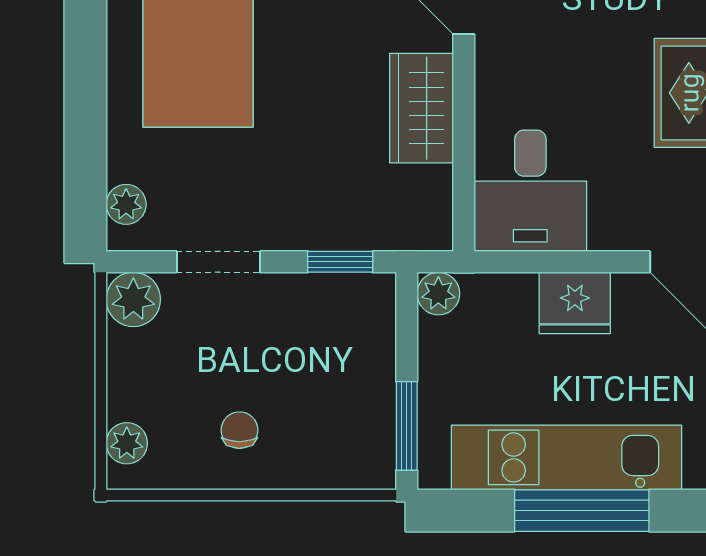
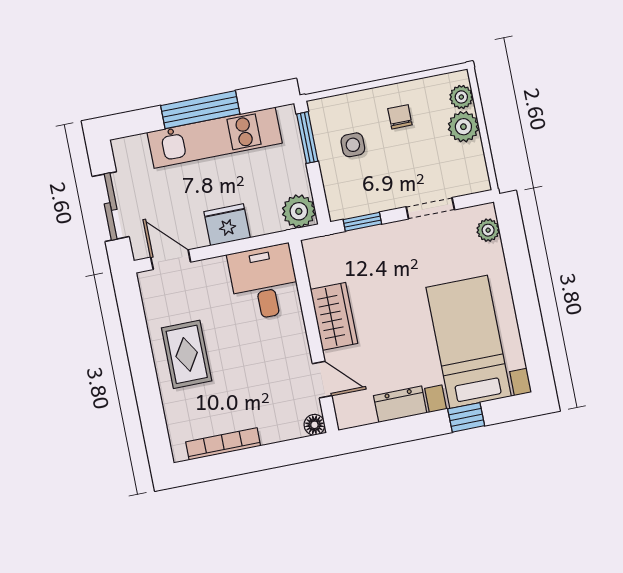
plant: (438, 294) -> (299, 211), width x1.38, depth x1.38
plant: (133, 299) -> (463, 127), moved
side table: (330, 398) -> (353, 145), added
chair: (239, 430) -> (400, 117), turned 180

